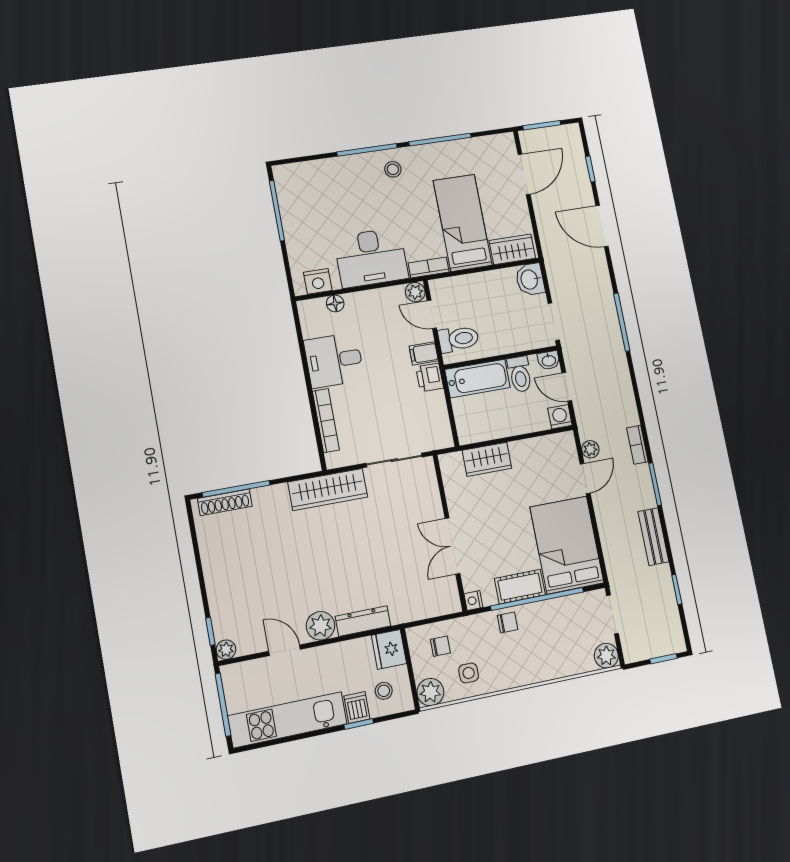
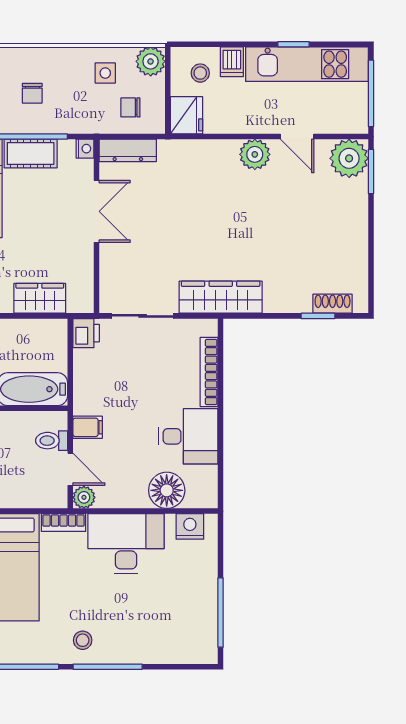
floor lamp: (335, 303) -> (167, 490), width x1.89, depth x1.89
toilet: (459, 339) -> (52, 441), width x0.73, depth x0.72
printer: (430, 377) -> (86, 333), moved
window: (236, 489) -> (318, 316), width x0.46
shoe rack: (225, 502) -> (333, 304), width x0.70
dresser: (363, 621) -> (128, 150), moved
chair: (508, 622) -> (32, 93), moved, turned -90
window: (210, 631) -> (371, 171), width x1.50
plant: (226, 650) -> (349, 158), width x1.88, depth x1.88
window: (359, 724) -> (294, 44), moved

